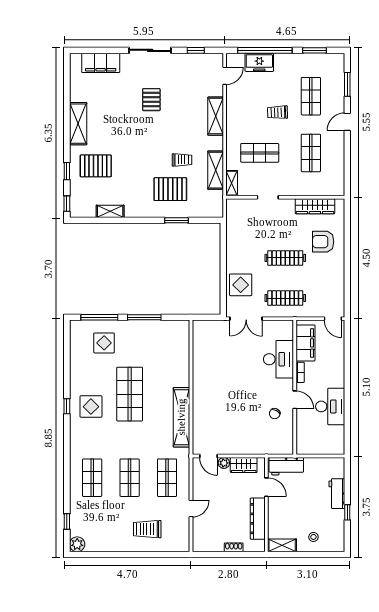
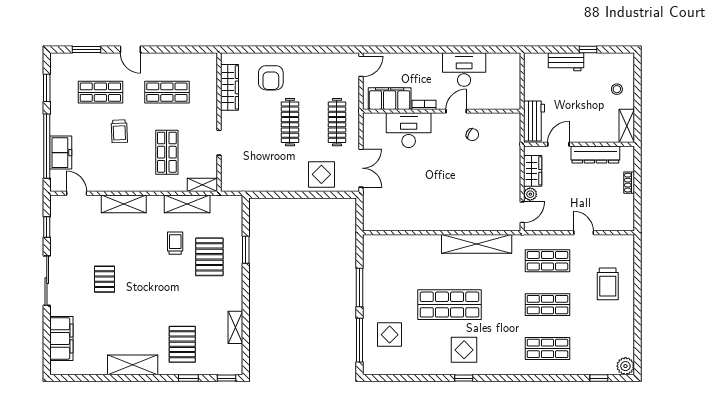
pallet: (151, 100) -> (104, 279), turned 90

